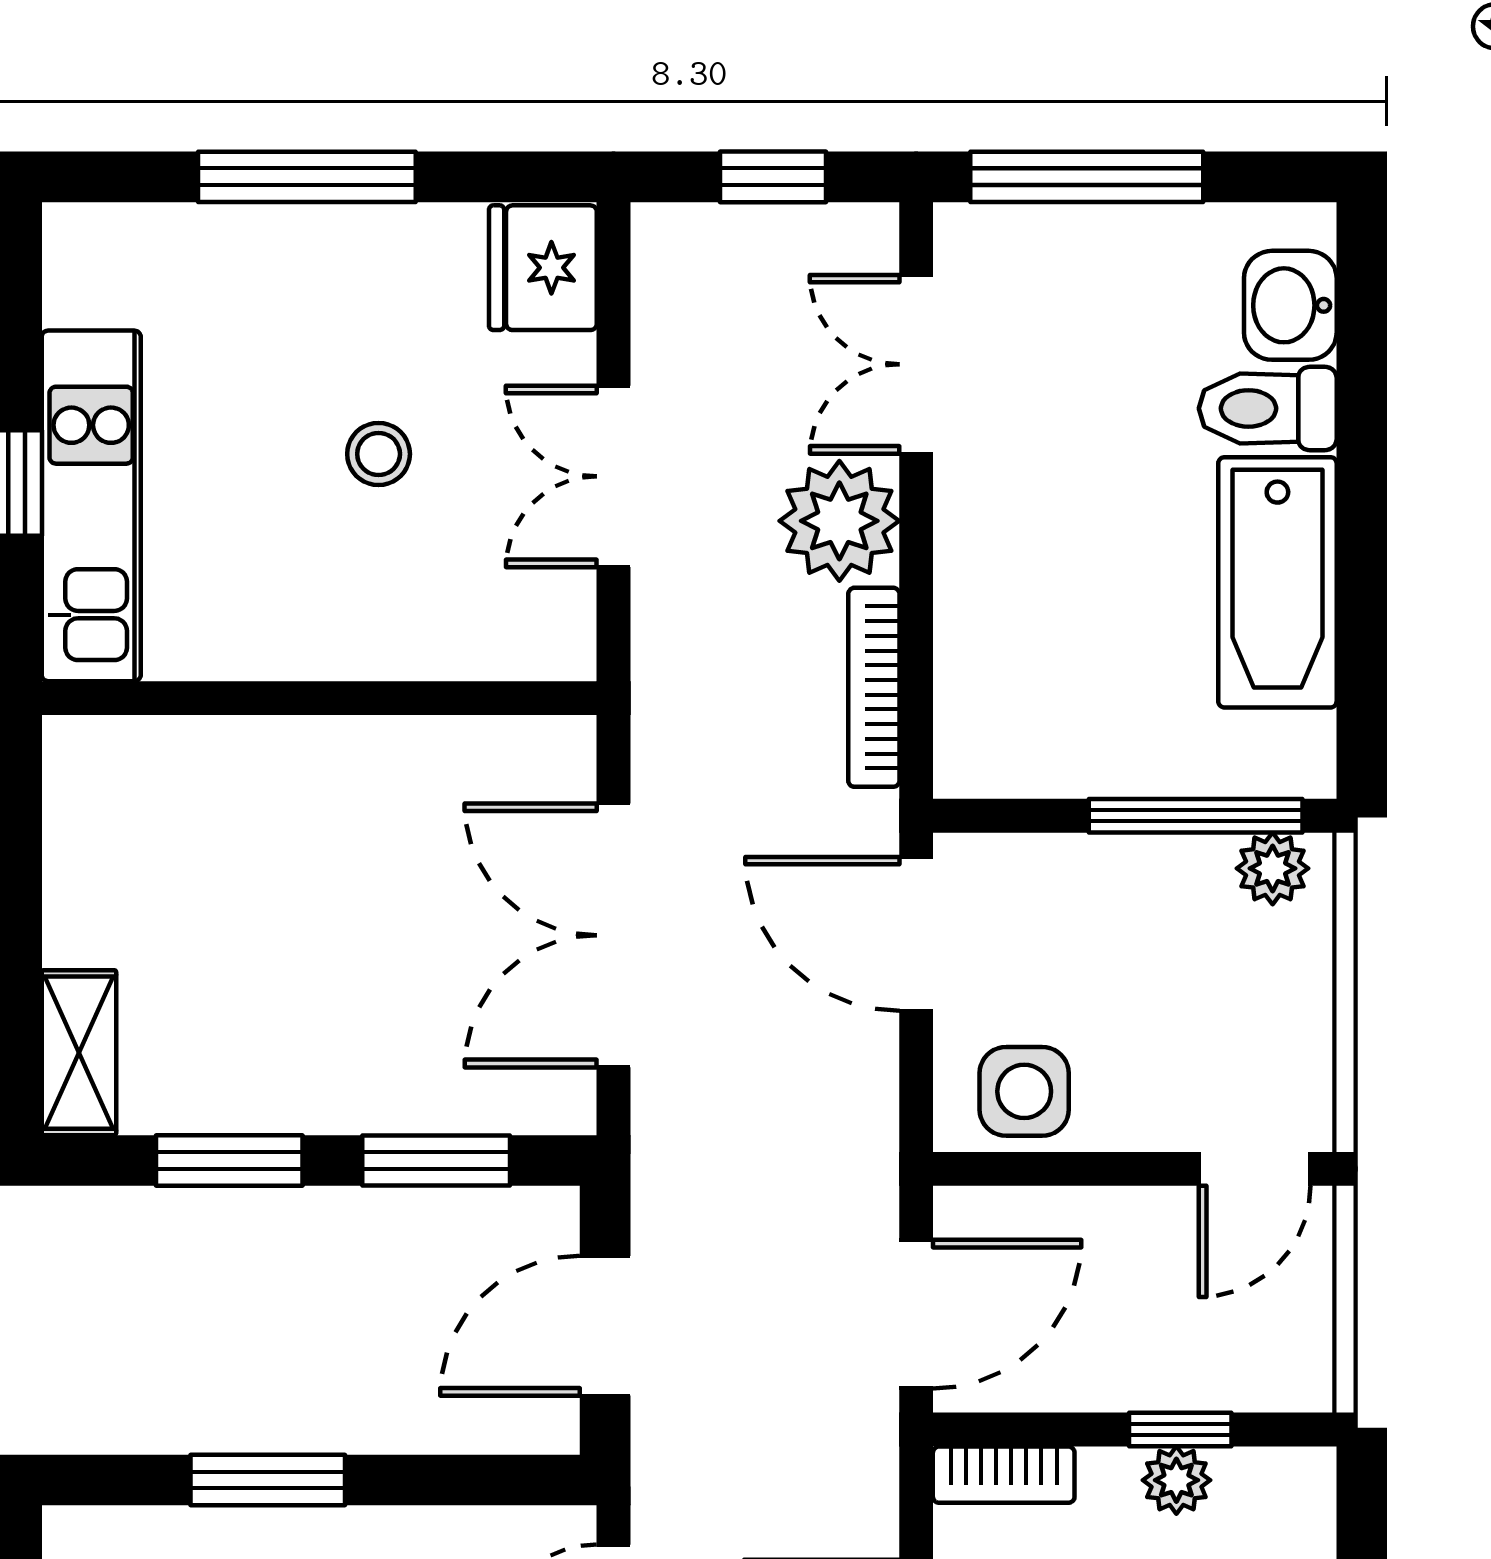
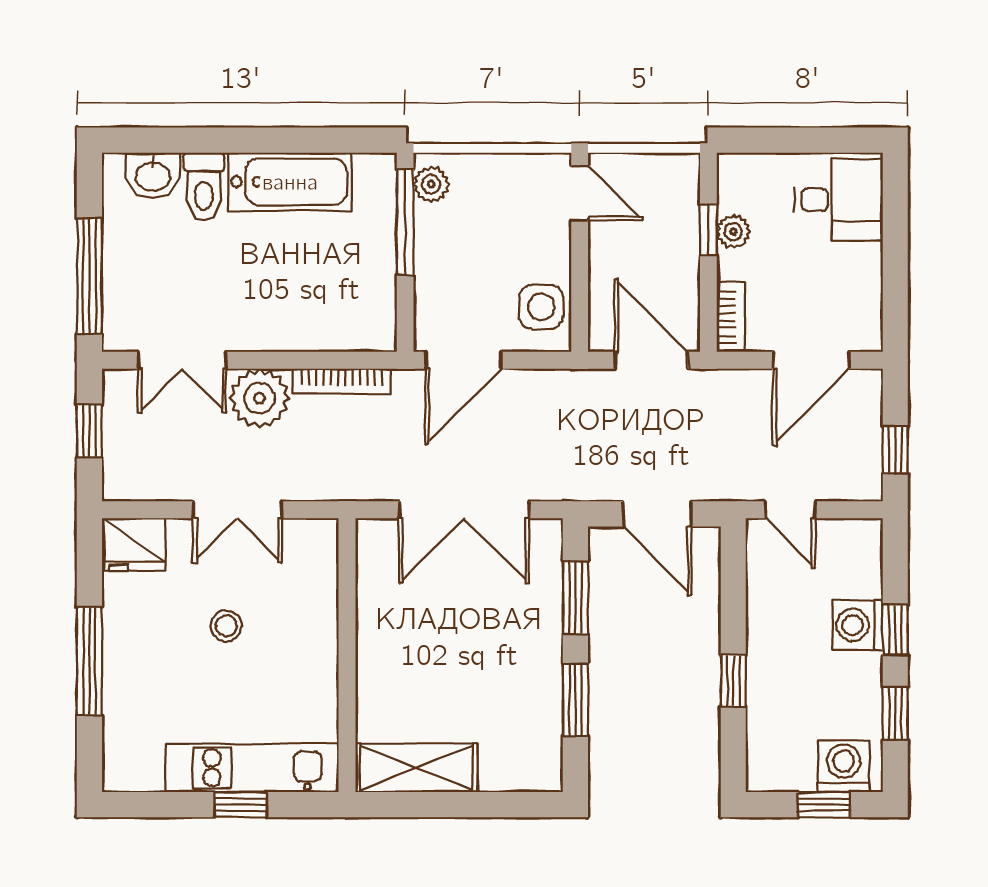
shelving: (79, 1053) -> (416, 768), moved, width x1.50, depth x1.33
window: (268, 1480) -> (733, 681), width x0.67

